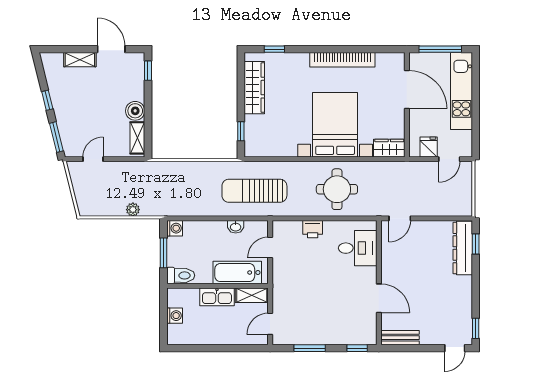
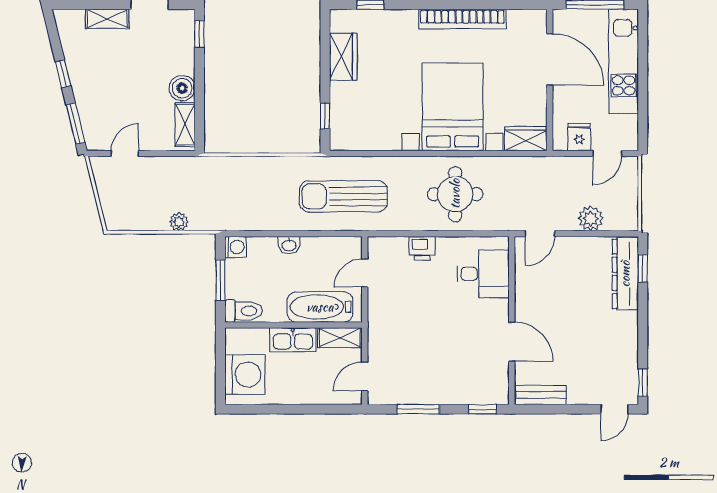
wardrobe: (254, 88) -> (343, 57), width x0.67
plant: (437, 207) -> (591, 218), added
washbasin: (236, 227) -> (289, 245), moved
washing machine: (175, 316) -> (245, 375), width x1.89, depth x1.89

